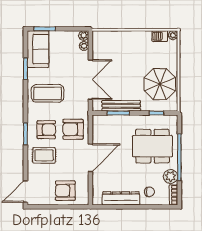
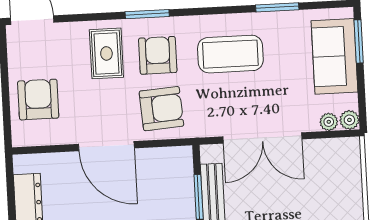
sofa: (38, 49) -> (334, 56), moved, turned 90
coffee table: (48, 93) -> (230, 54), turned 90
armchair: (73, 129) -> (161, 109), turned 86
armchair: (46, 130) -> (158, 55), turned 180

